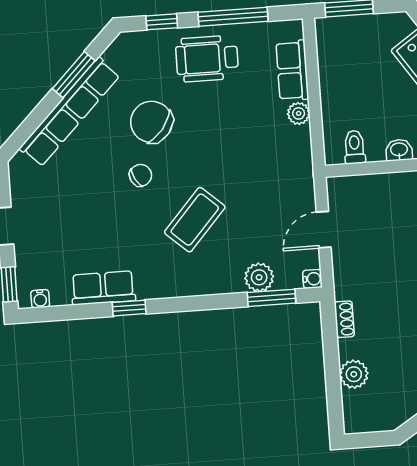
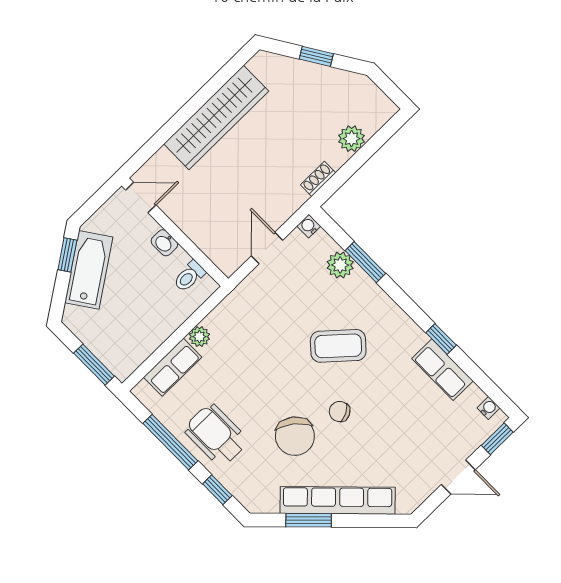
wheelchair: (207, 59) -> (216, 435), turned 180
door: (324, 230) -> (267, 248), swing flipped
window: (271, 298) -> (365, 262), moved

